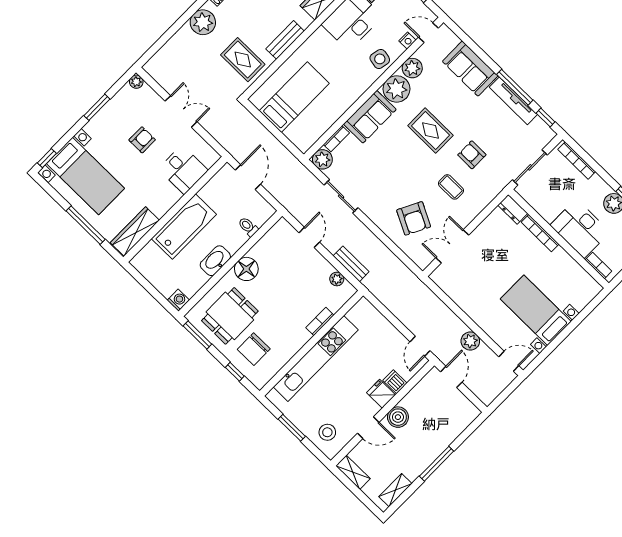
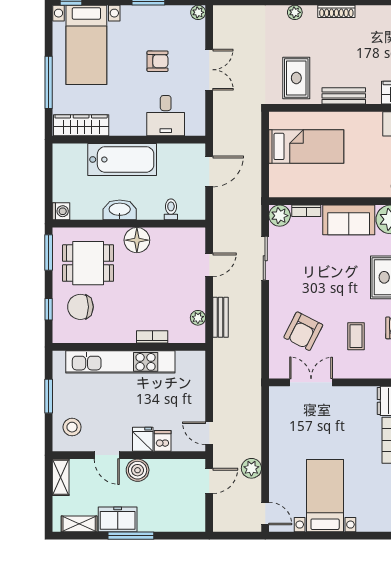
plant: (203, 22) -> (295, 12), width x0.53, depth x0.53
door: (420, 346) -> (209, 433), hinge flipped
freezer: (417, 462) -> (118, 519), added

